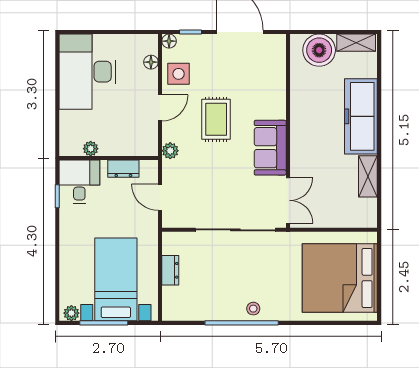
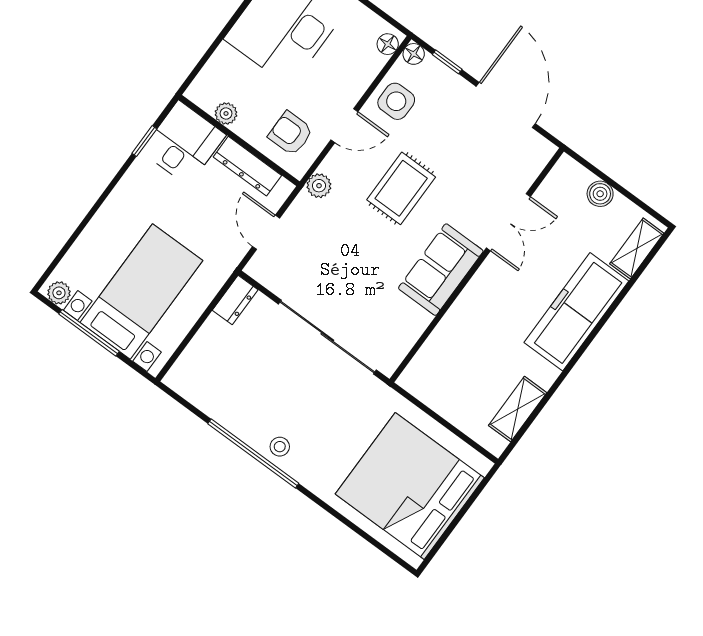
shelving: (356, 43) -> (637, 249), moved, turned 90
boiler: (319, 50) -> (600, 194), width x0.54, depth x0.54
floor lamp: (151, 62) -> (388, 44), moved
armchair: (134, 134) -> (291, 133), added
dresser: (123, 169) -> (247, 166), width x1.44
shelving: (368, 176) -> (518, 409), moved
double door: (288, 200) -> (508, 222), moved
dresser: (170, 270) -> (235, 300), moved

